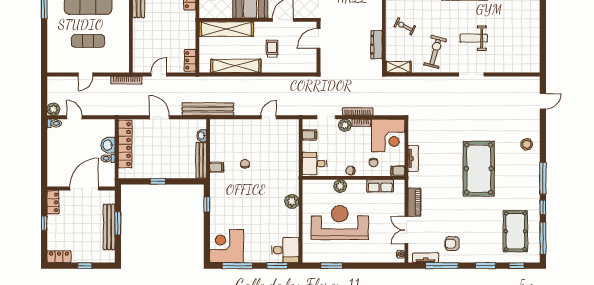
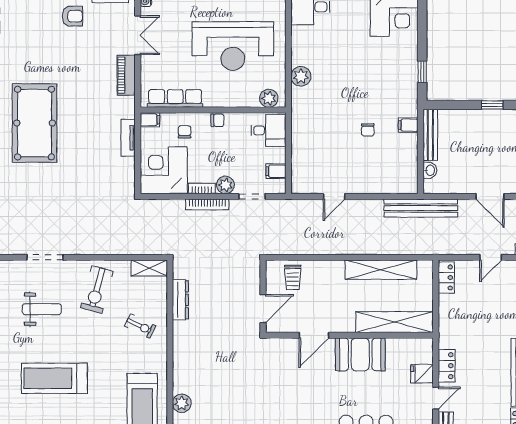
trolley: (272, 49) -> (293, 277), moved
plant: (340, 186) -> (269, 98), moved
row of seats: (380, 186) -> (175, 98), width x1.48

